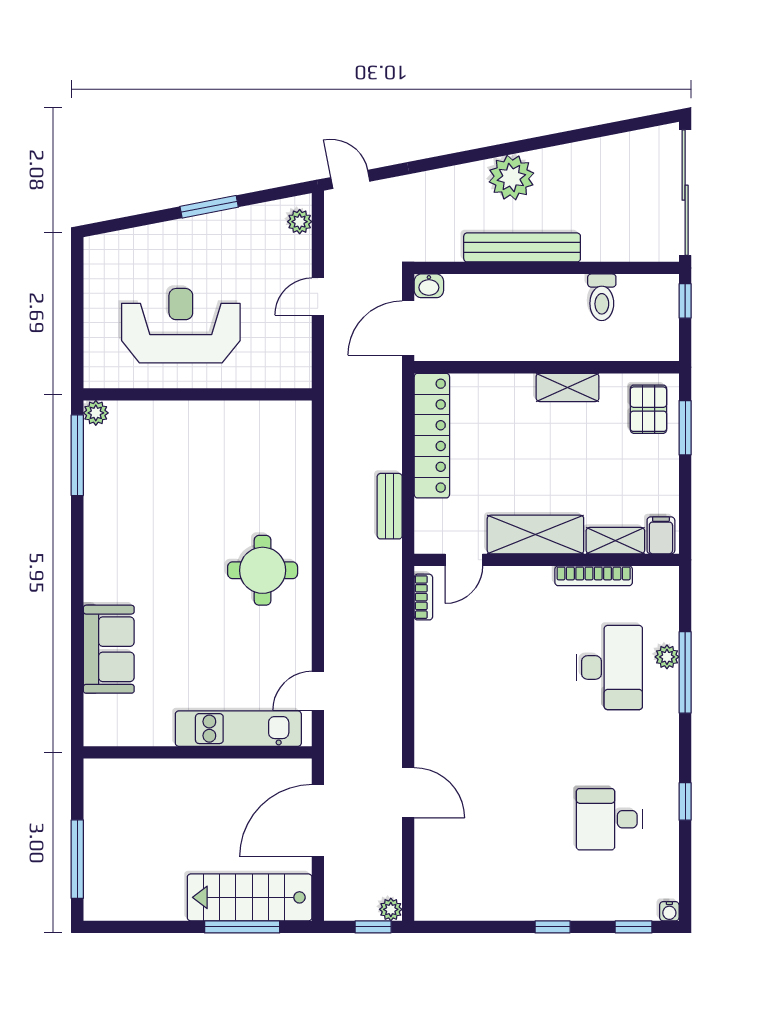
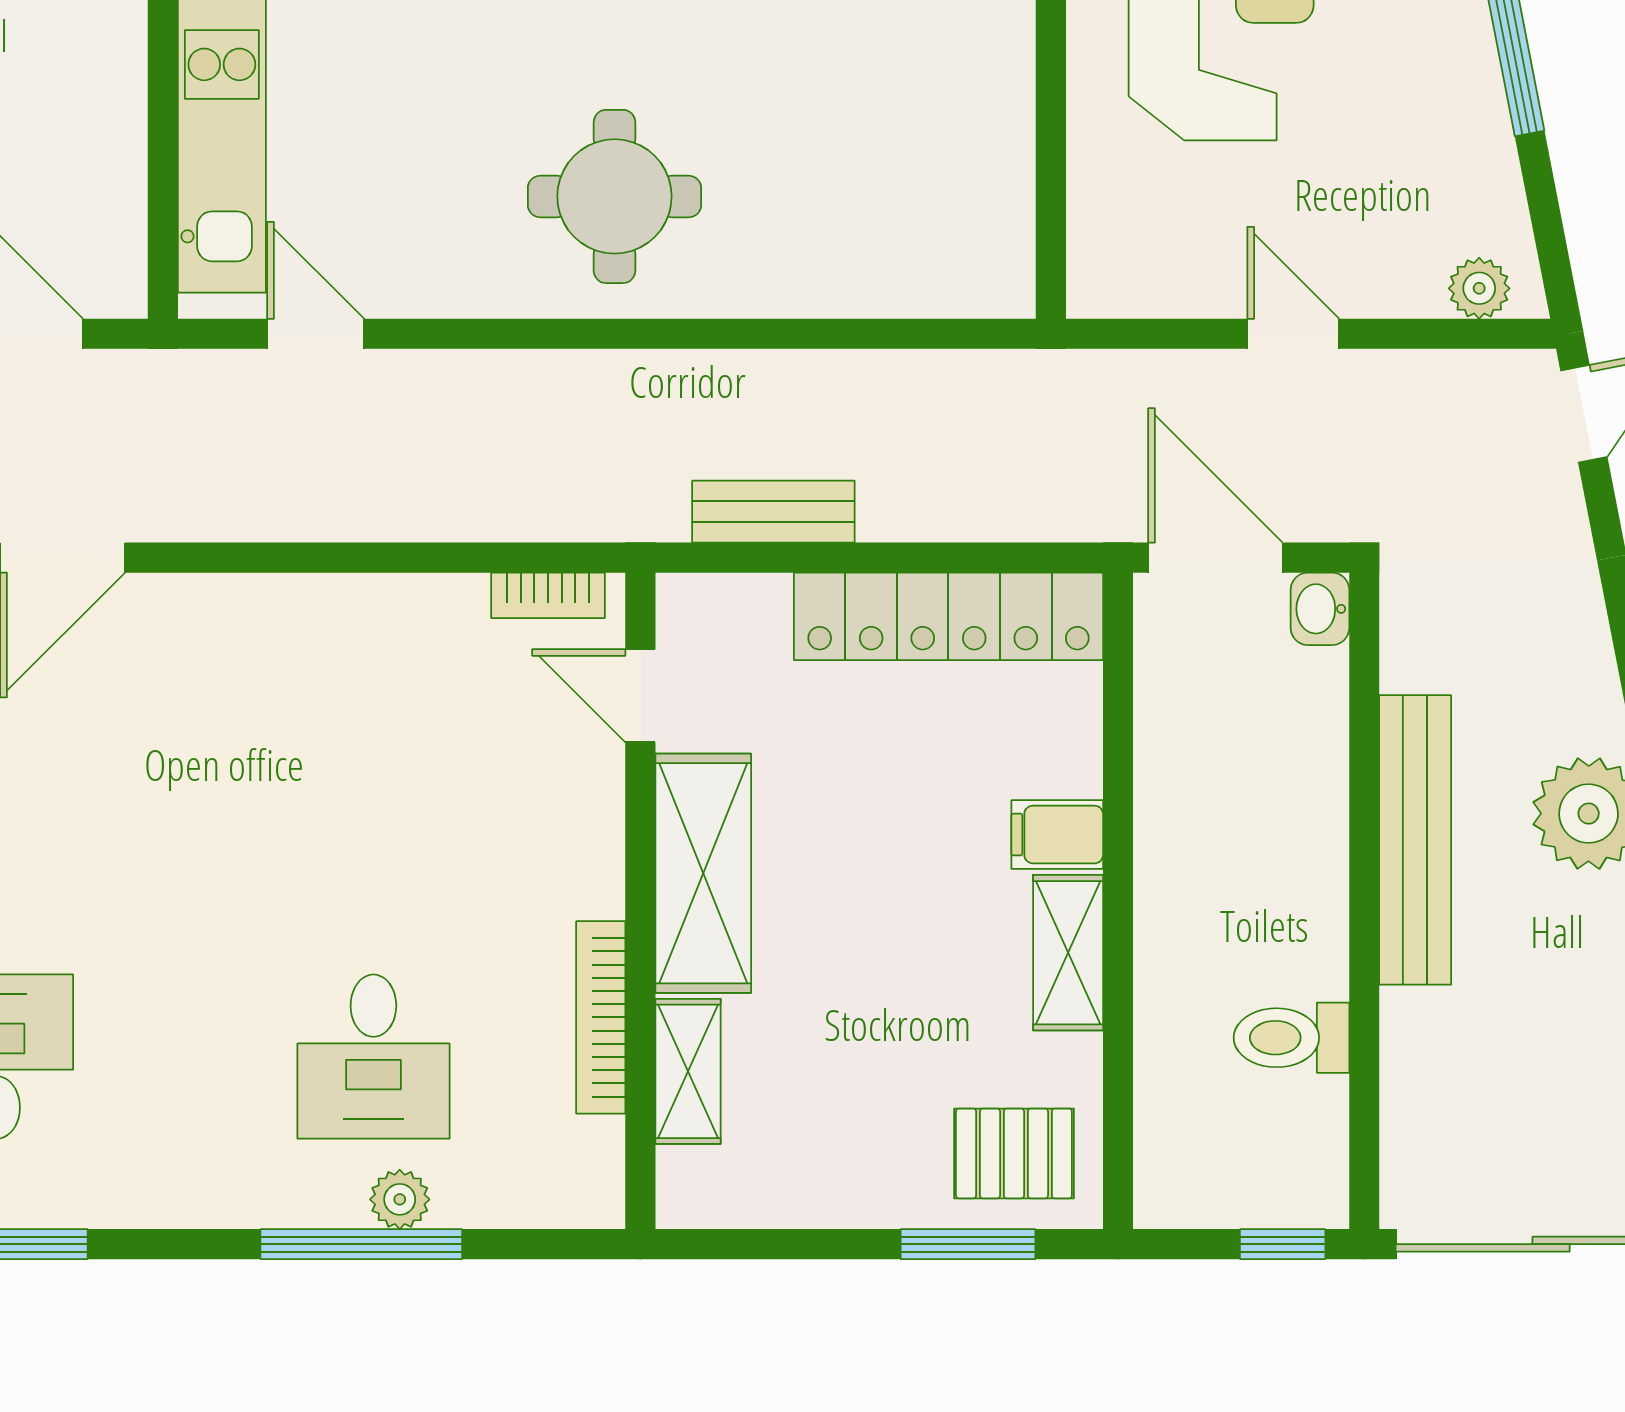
filing cabinet: (661, 535) -> (1057, 835), moved, turned 180
desk: (609, 667) -> (373, 1057), width x0.73

